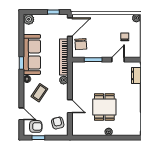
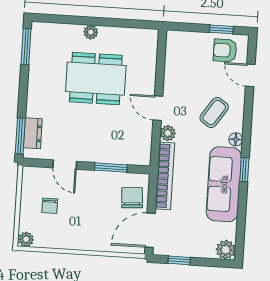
door: (118, 60) -> (65, 165), hinge flipped
door: (70, 106) -> (158, 108), moved
dining table: (104, 107) -> (96, 79), width x1.38
armchair: (58, 123) -> (184, 54), removed

